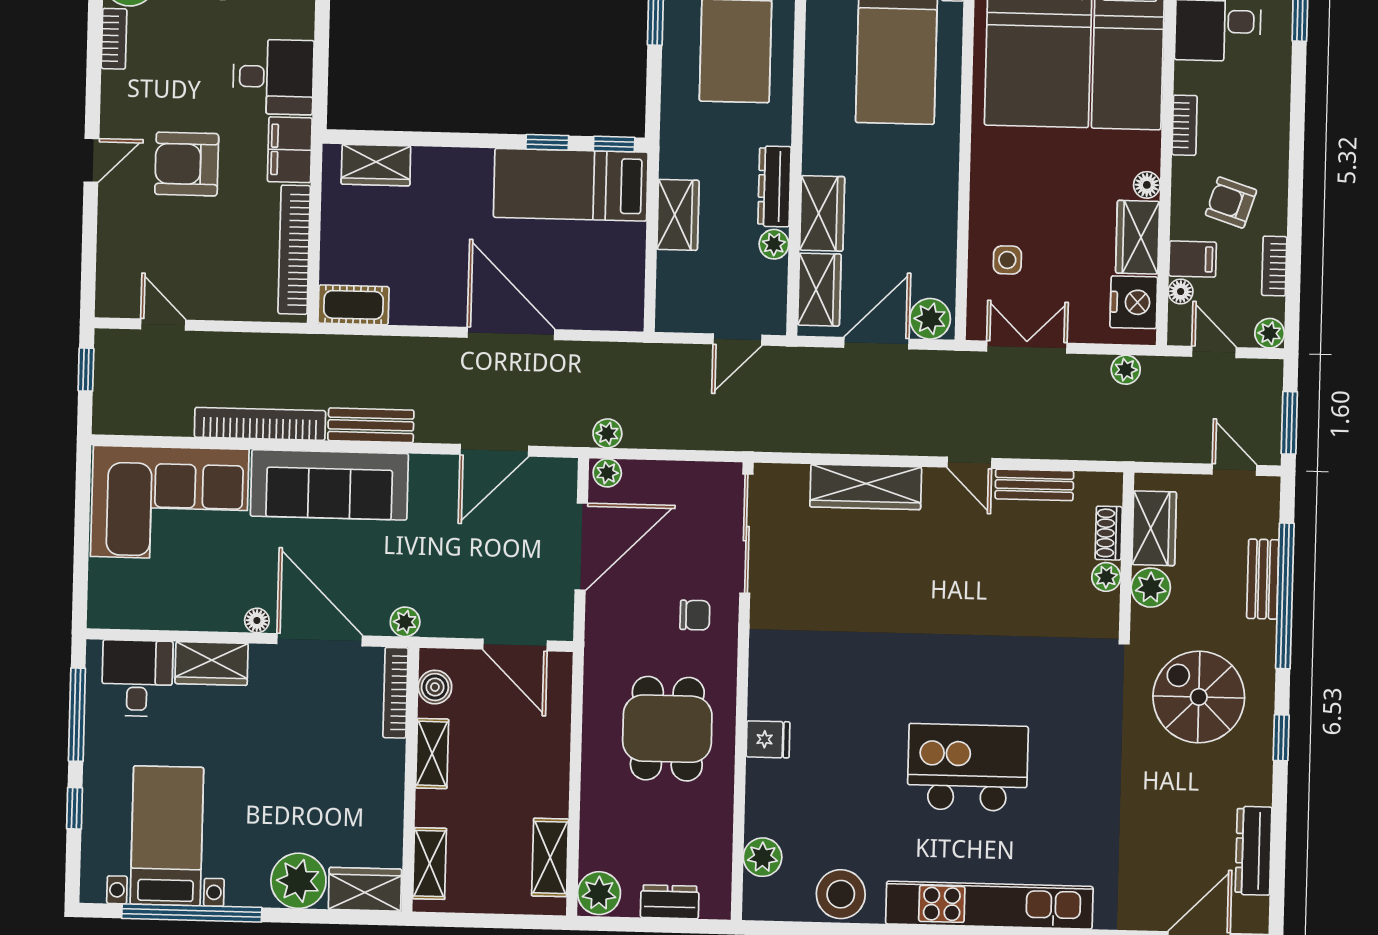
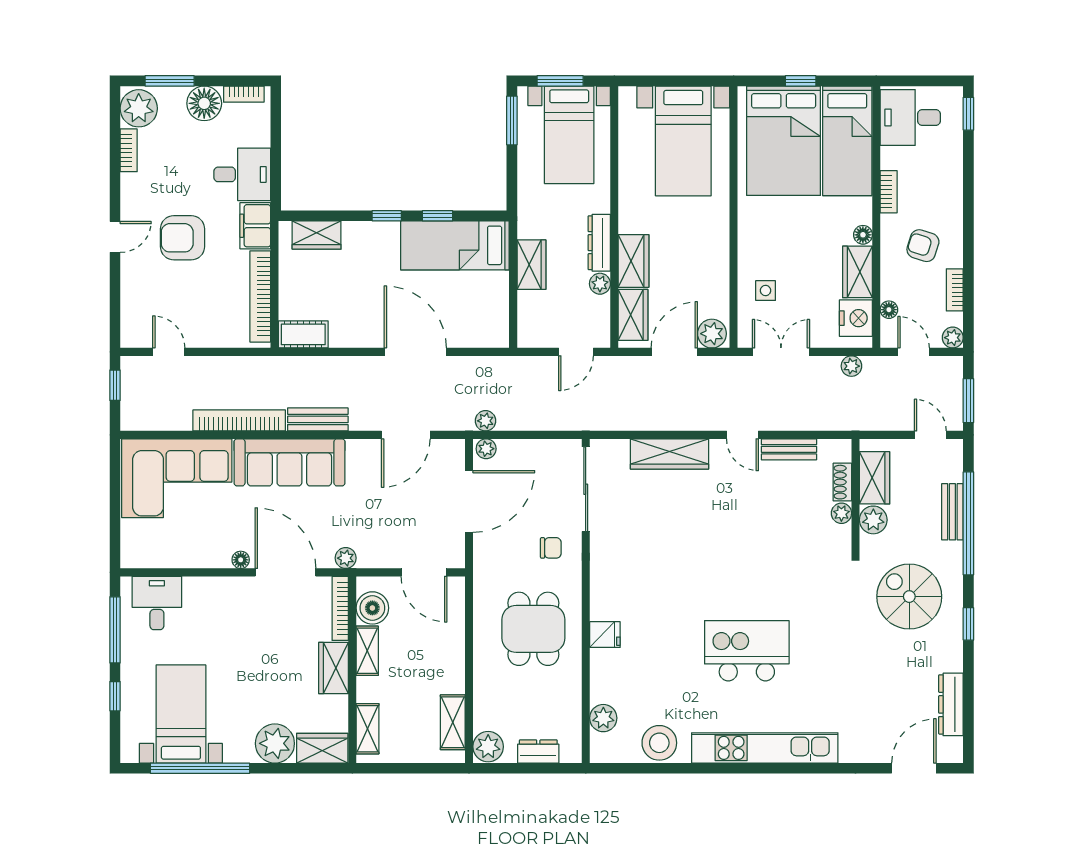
window: (614, 144) -> (387, 216), moved
filing cabinet: (1193, 259) -> (897, 286), removed
wardrobe: (212, 663) -> (334, 668), moved, turned 90
boiler: (435, 687) -> (372, 608), width x1.36, depth x1.36

